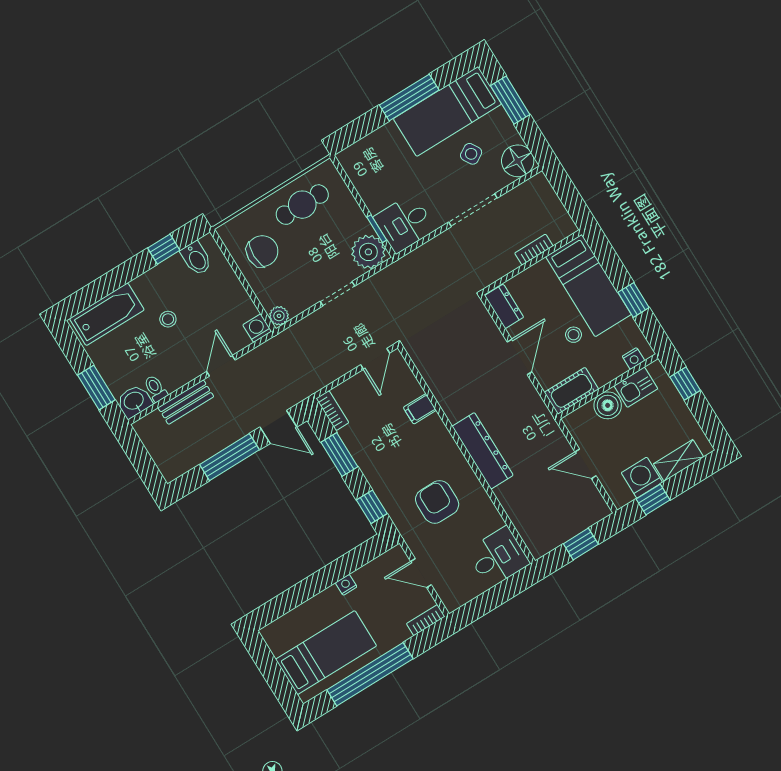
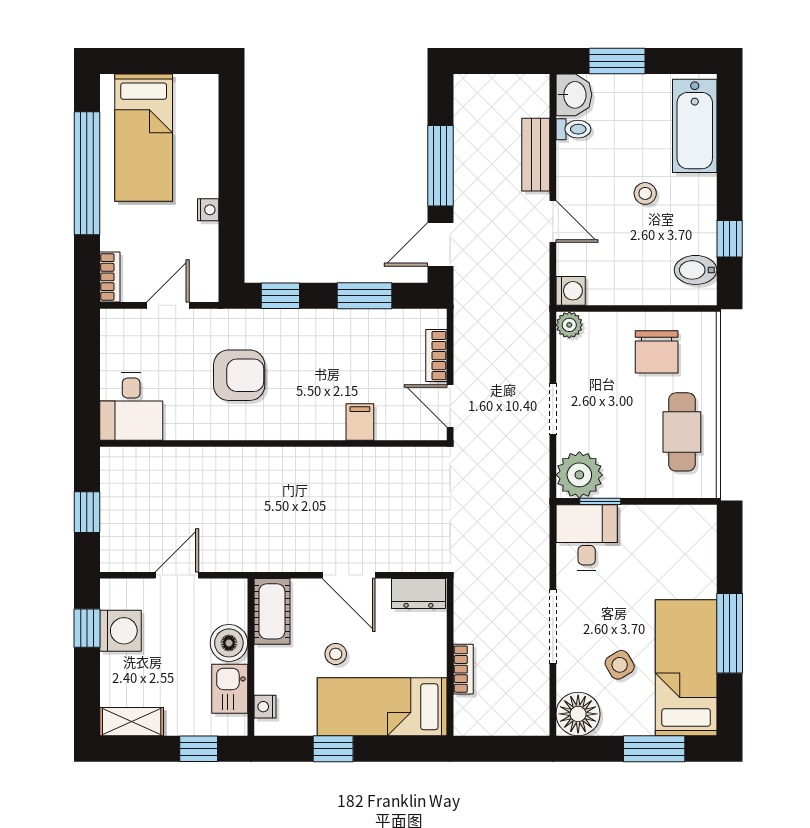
bookcase: (332, 411) -> (436, 356), moved, turned 90
dresser: (483, 451) -> (266, 465), removed
shelving: (678, 460) -> (132, 722), moved, turned 90

